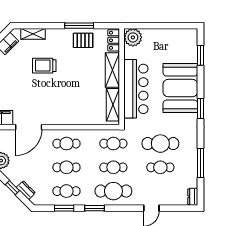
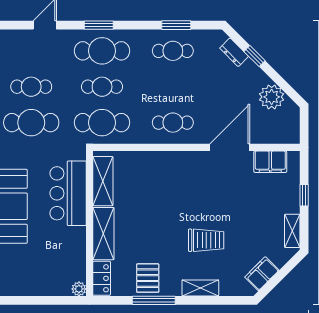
shelving: (33, 34) -> (200, 288), moved
plant: (133, 37) -> (79, 289), width x0.53, depth x0.53
pallet: (83, 40) -> (148, 278), turned 90
bar counter: (136, 89) -> (68, 193), width x0.73
cafe table: (113, 144) -> (102, 123), width x1.37, depth x1.35
cafe table: (66, 167) -> (173, 87), removed
window: (95, 208) -> (99, 25), moved

